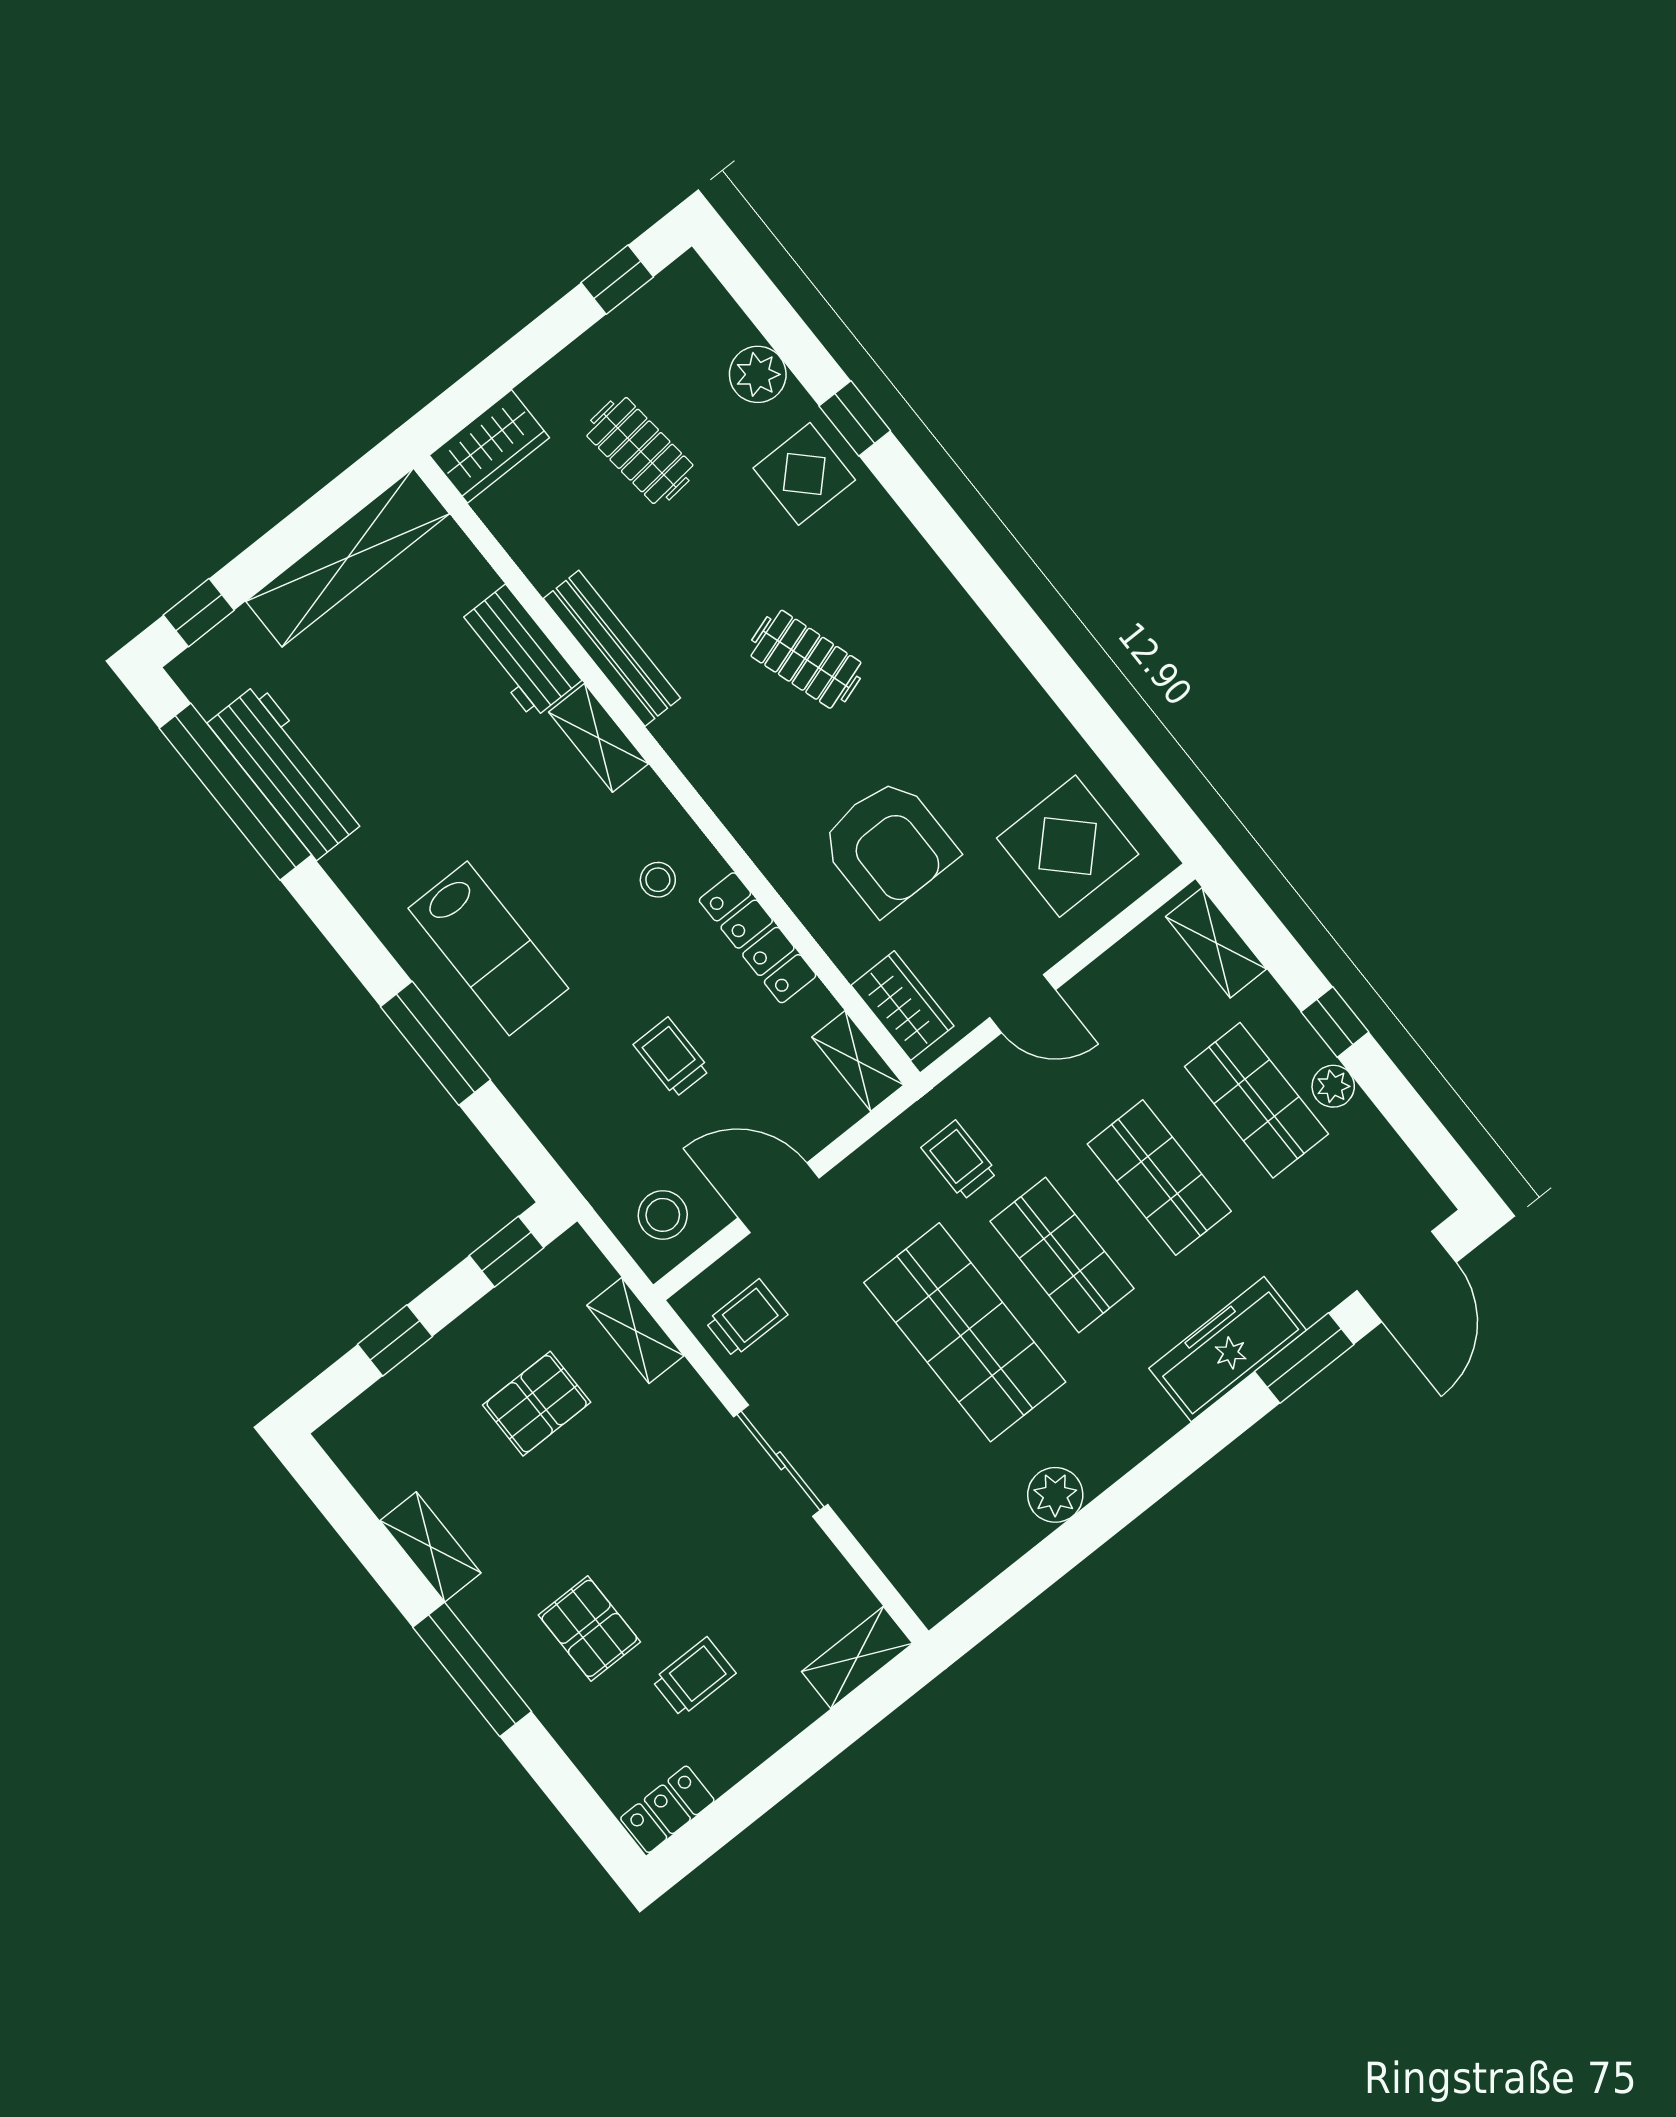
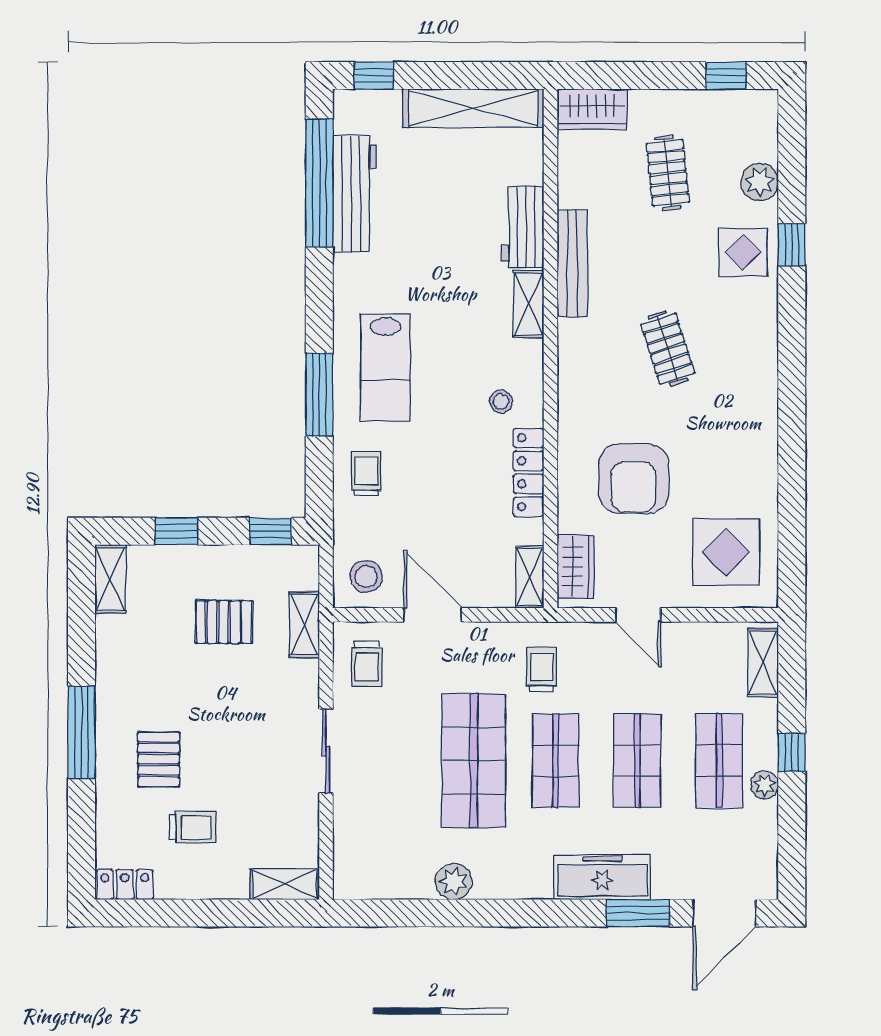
trolley: (672, 1057) -> (366, 474), moved
trolley: (746, 1318) -> (367, 664), turned 90
shelving: (431, 1547) -> (110, 579), moved

